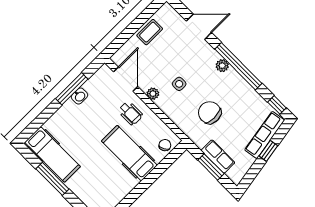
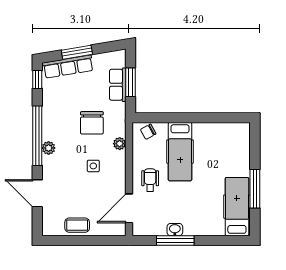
plant: (153, 94) -> (120, 144), moved
window: (268, 151) -> (77, 52), width x1.50

